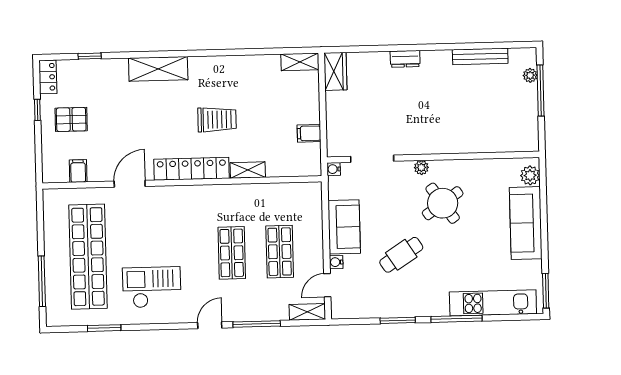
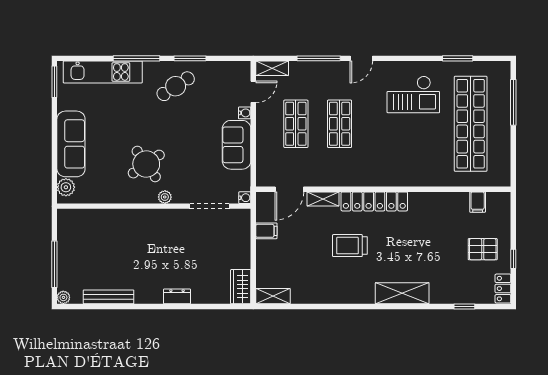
plant: (530, 75) -> (63, 297), moved
door: (130, 184) -> (289, 189), moved
cafe table: (401, 255) -> (176, 86), moved

